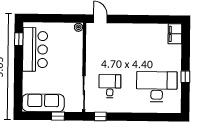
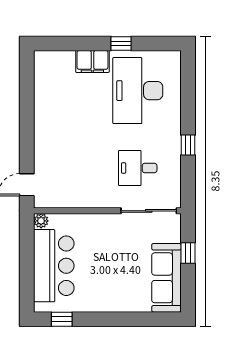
filing cabinet: (175, 34) -> (92, 61), moved
bar counter: (35, 49) -> (54, 266), moved, turned 90
window: (100, 116) -> (188, 145), moved

